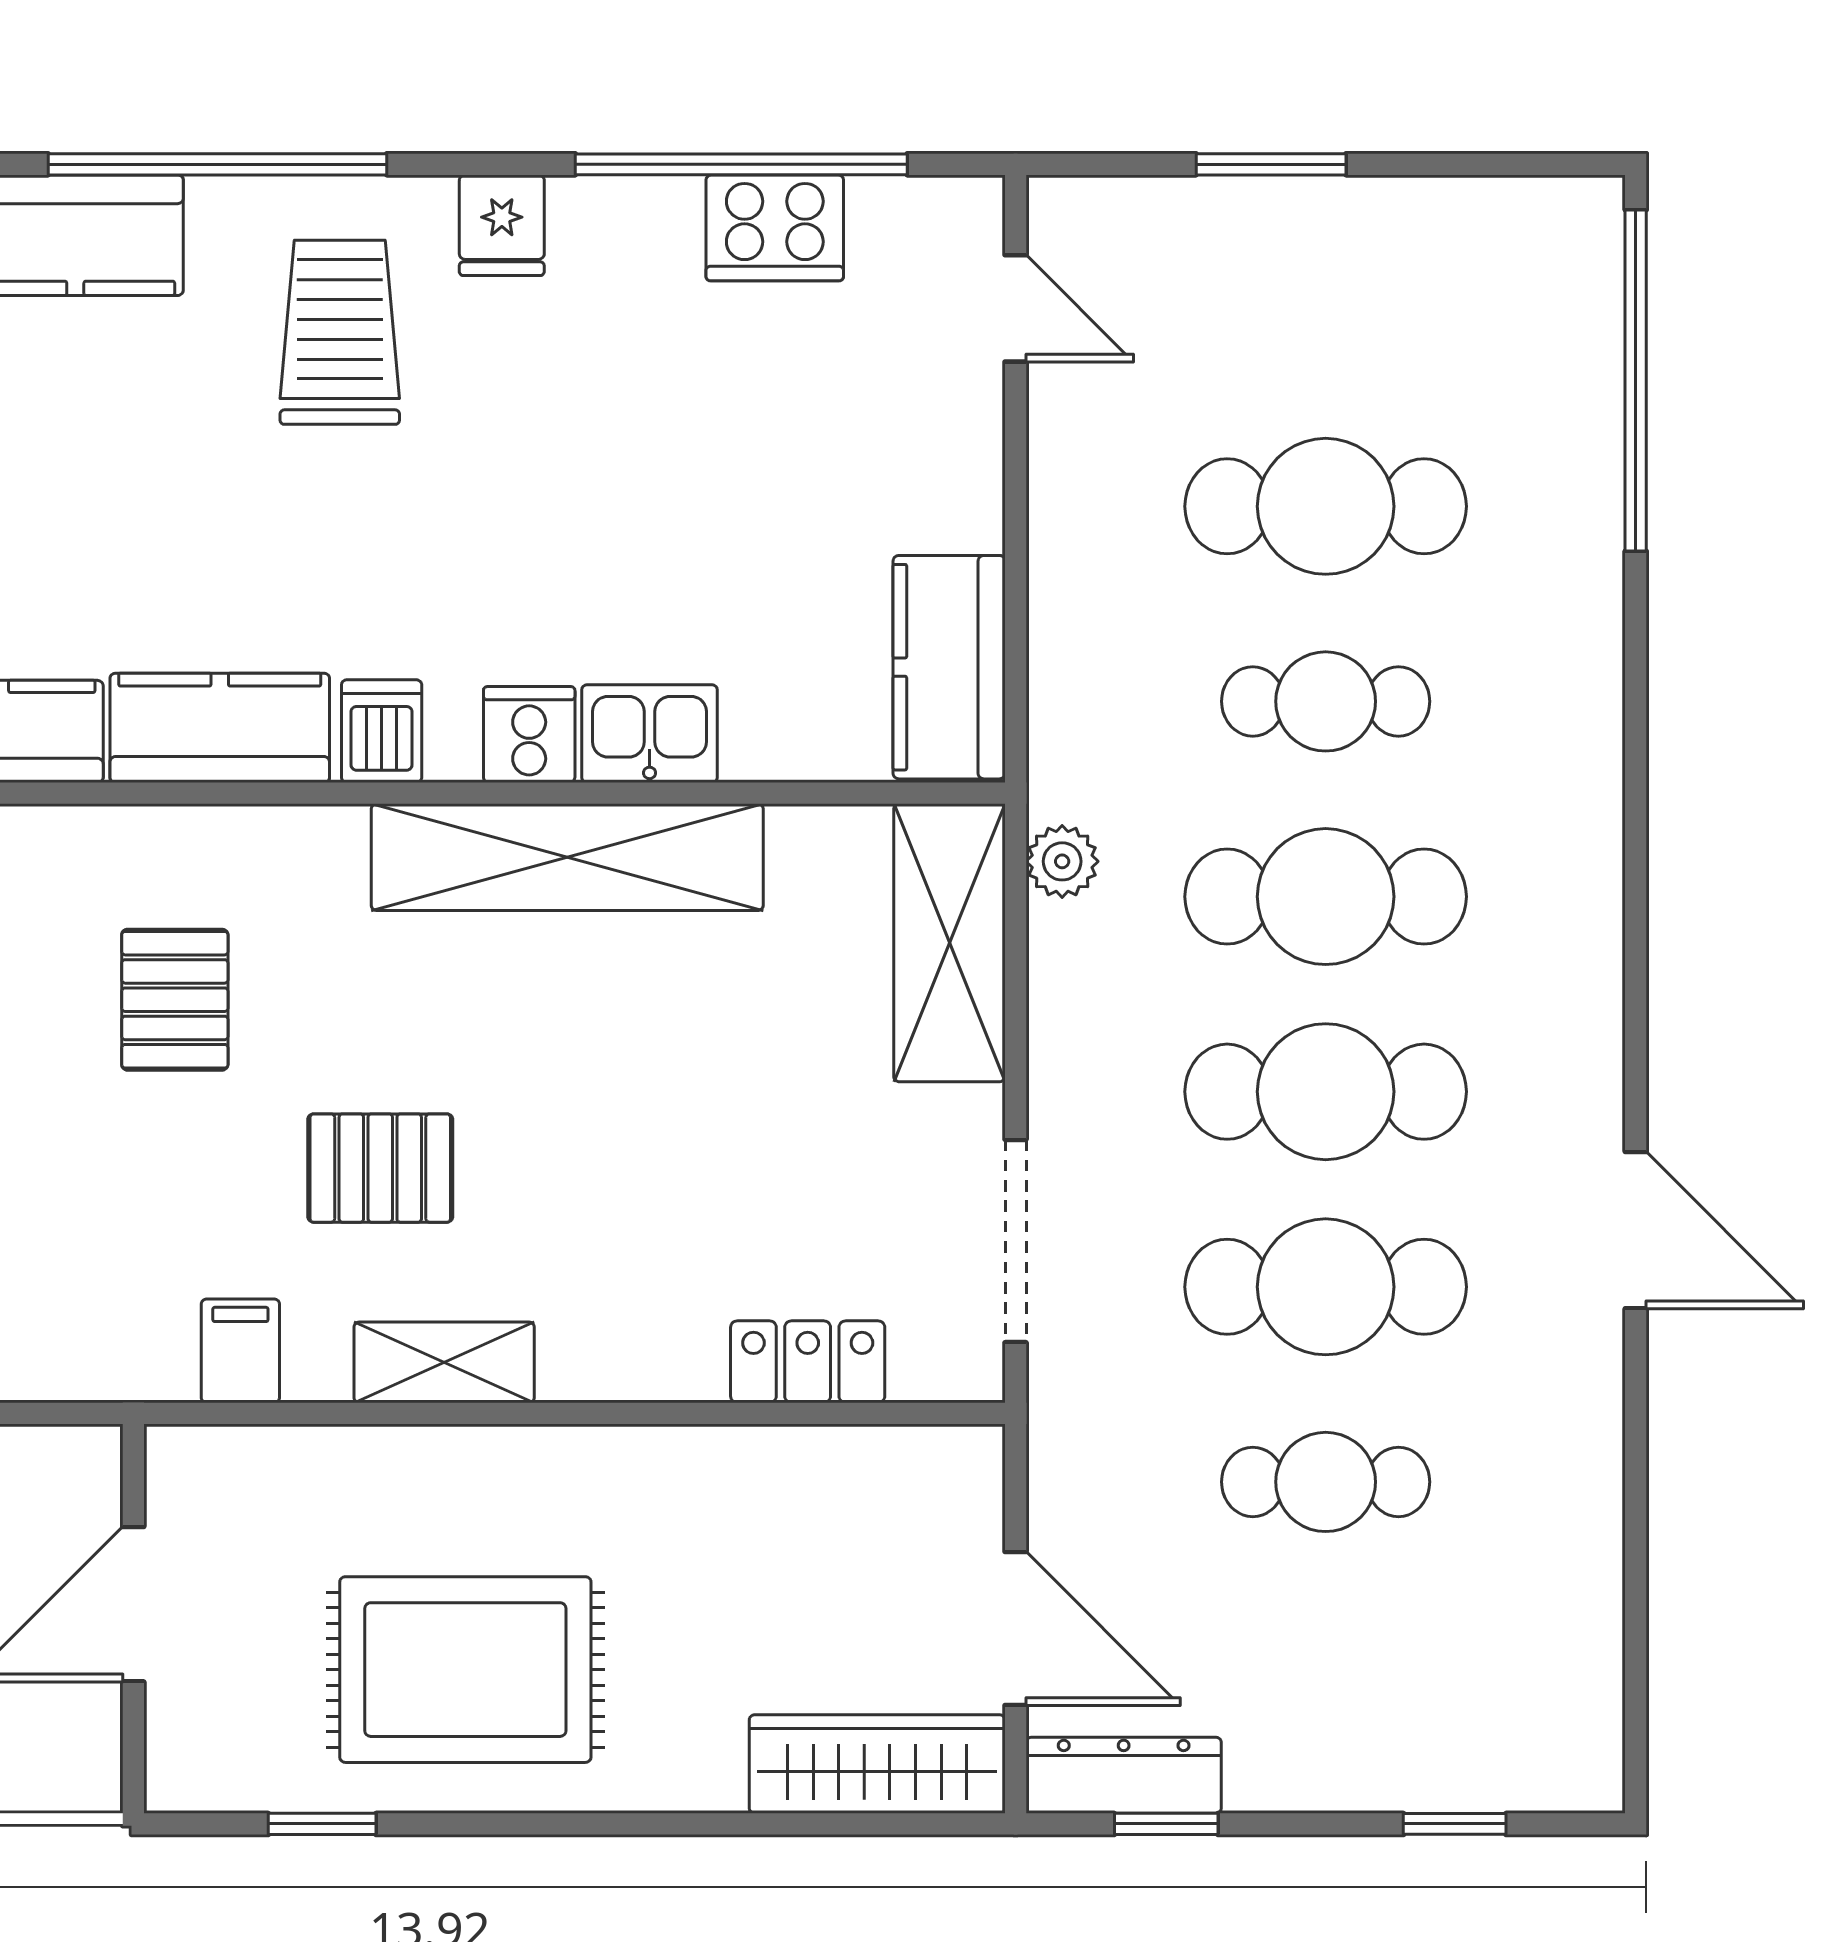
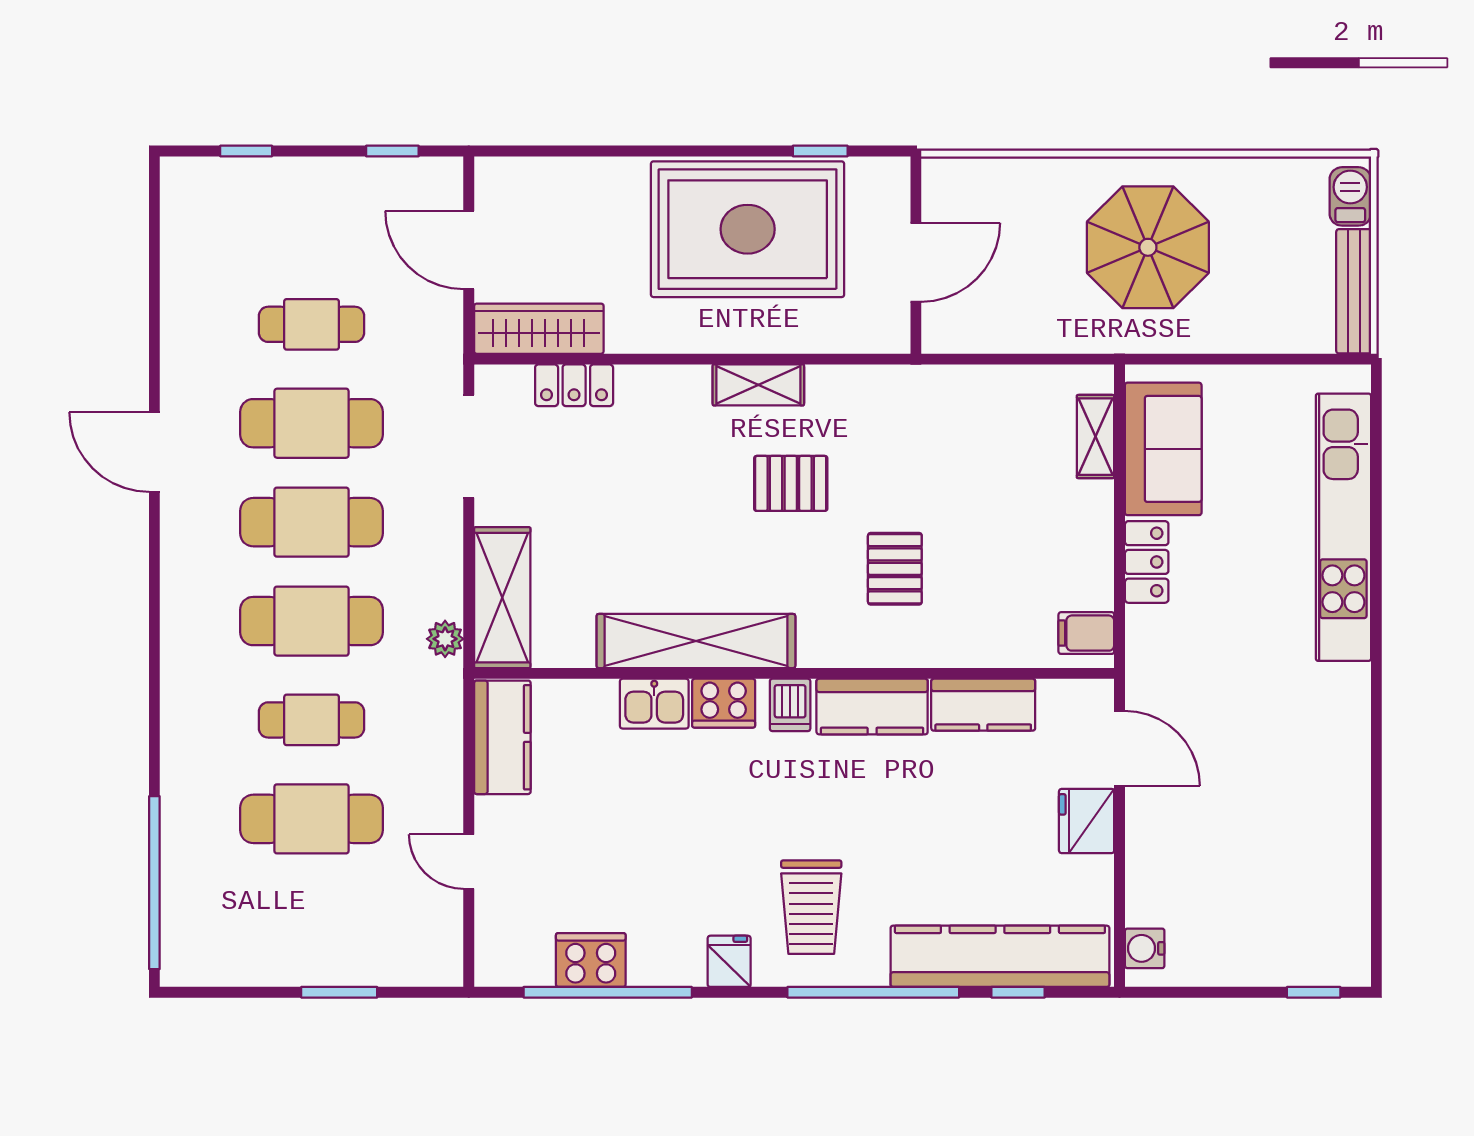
door: (1016, 308) -> (469, 862), moved
cooker: (529, 735) -> (724, 703), width x1.36
filing cabinet: (240, 1351) -> (862, 391), removed
rug: (465, 1670) -> (748, 229), width x1.37, depth x1.44
wardrobe: (877, 1764) -> (539, 329), moved, turned 180
dresser: (1124, 1775) -> (414, 176), removed

